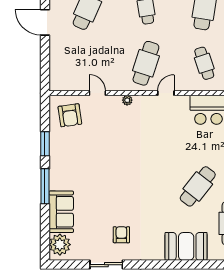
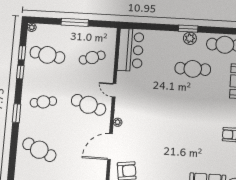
door: (97, 93) -> (110, 147), width x1.88
cafe table: (198, 186) -> (193, 69), turned -38

